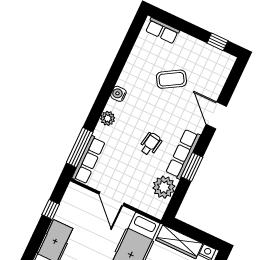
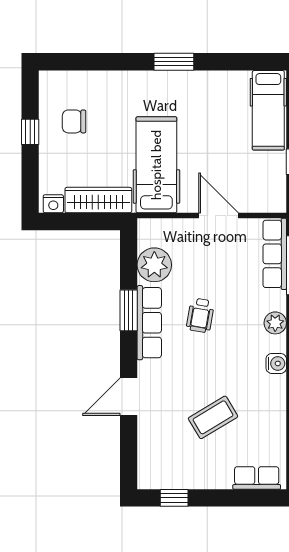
door: (216, 115) -> (129, 397), swing flipped

